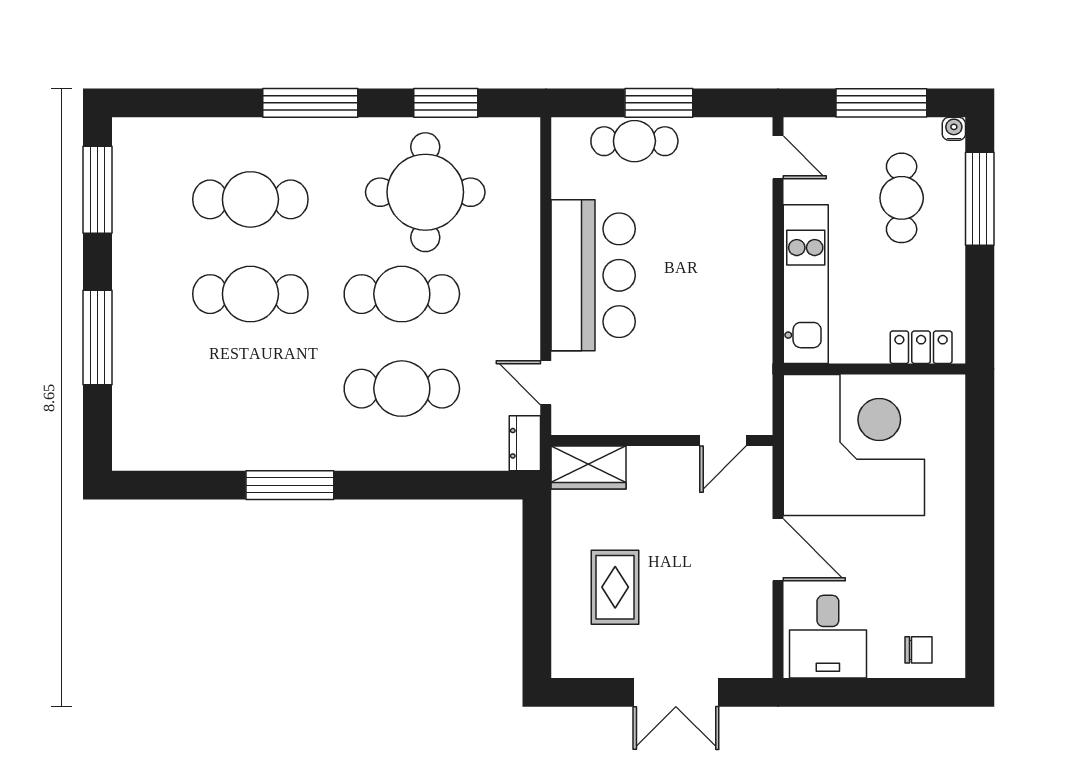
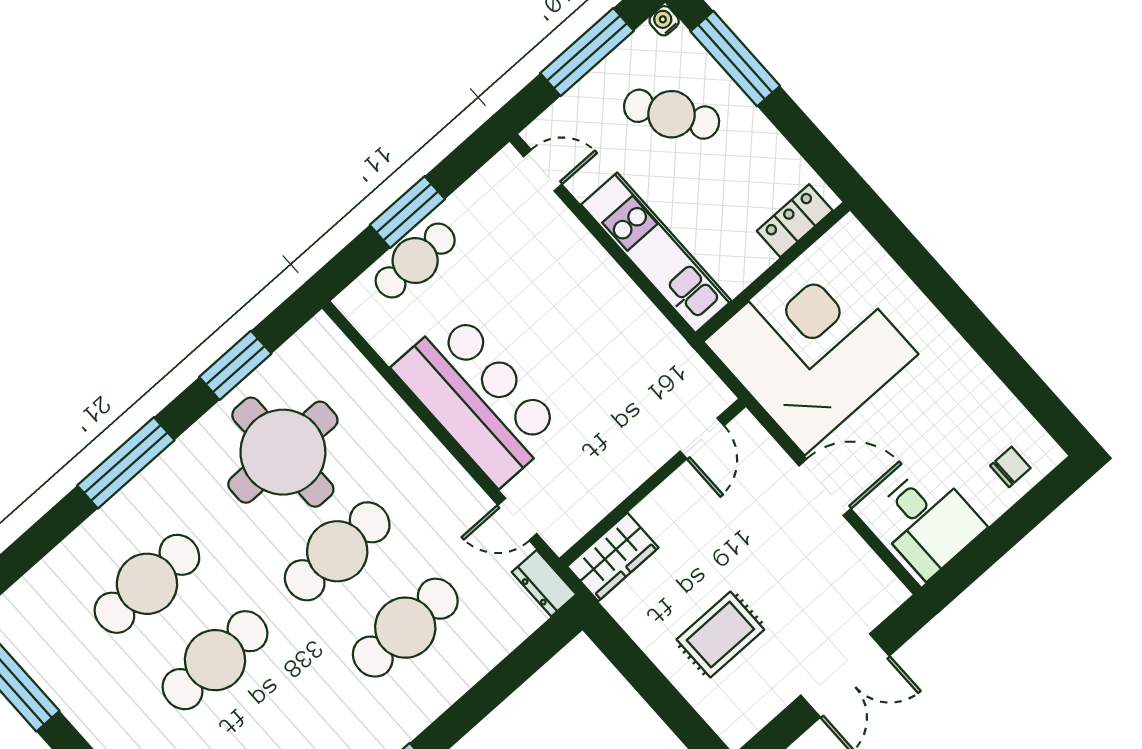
cafe table: (902, 198) -> (672, 114), turned -34
rug: (615, 587) -> (720, 635), turned 90

